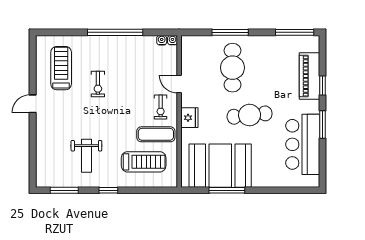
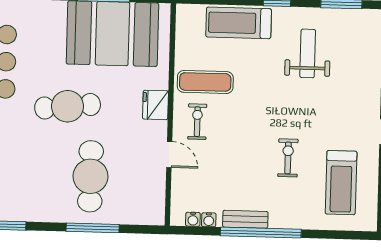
water cooler: (173, 40) -> (209, 220), moved
bench: (126, 41) -> (245, 219), added
treadmill: (144, 162) -> (239, 23), moved

